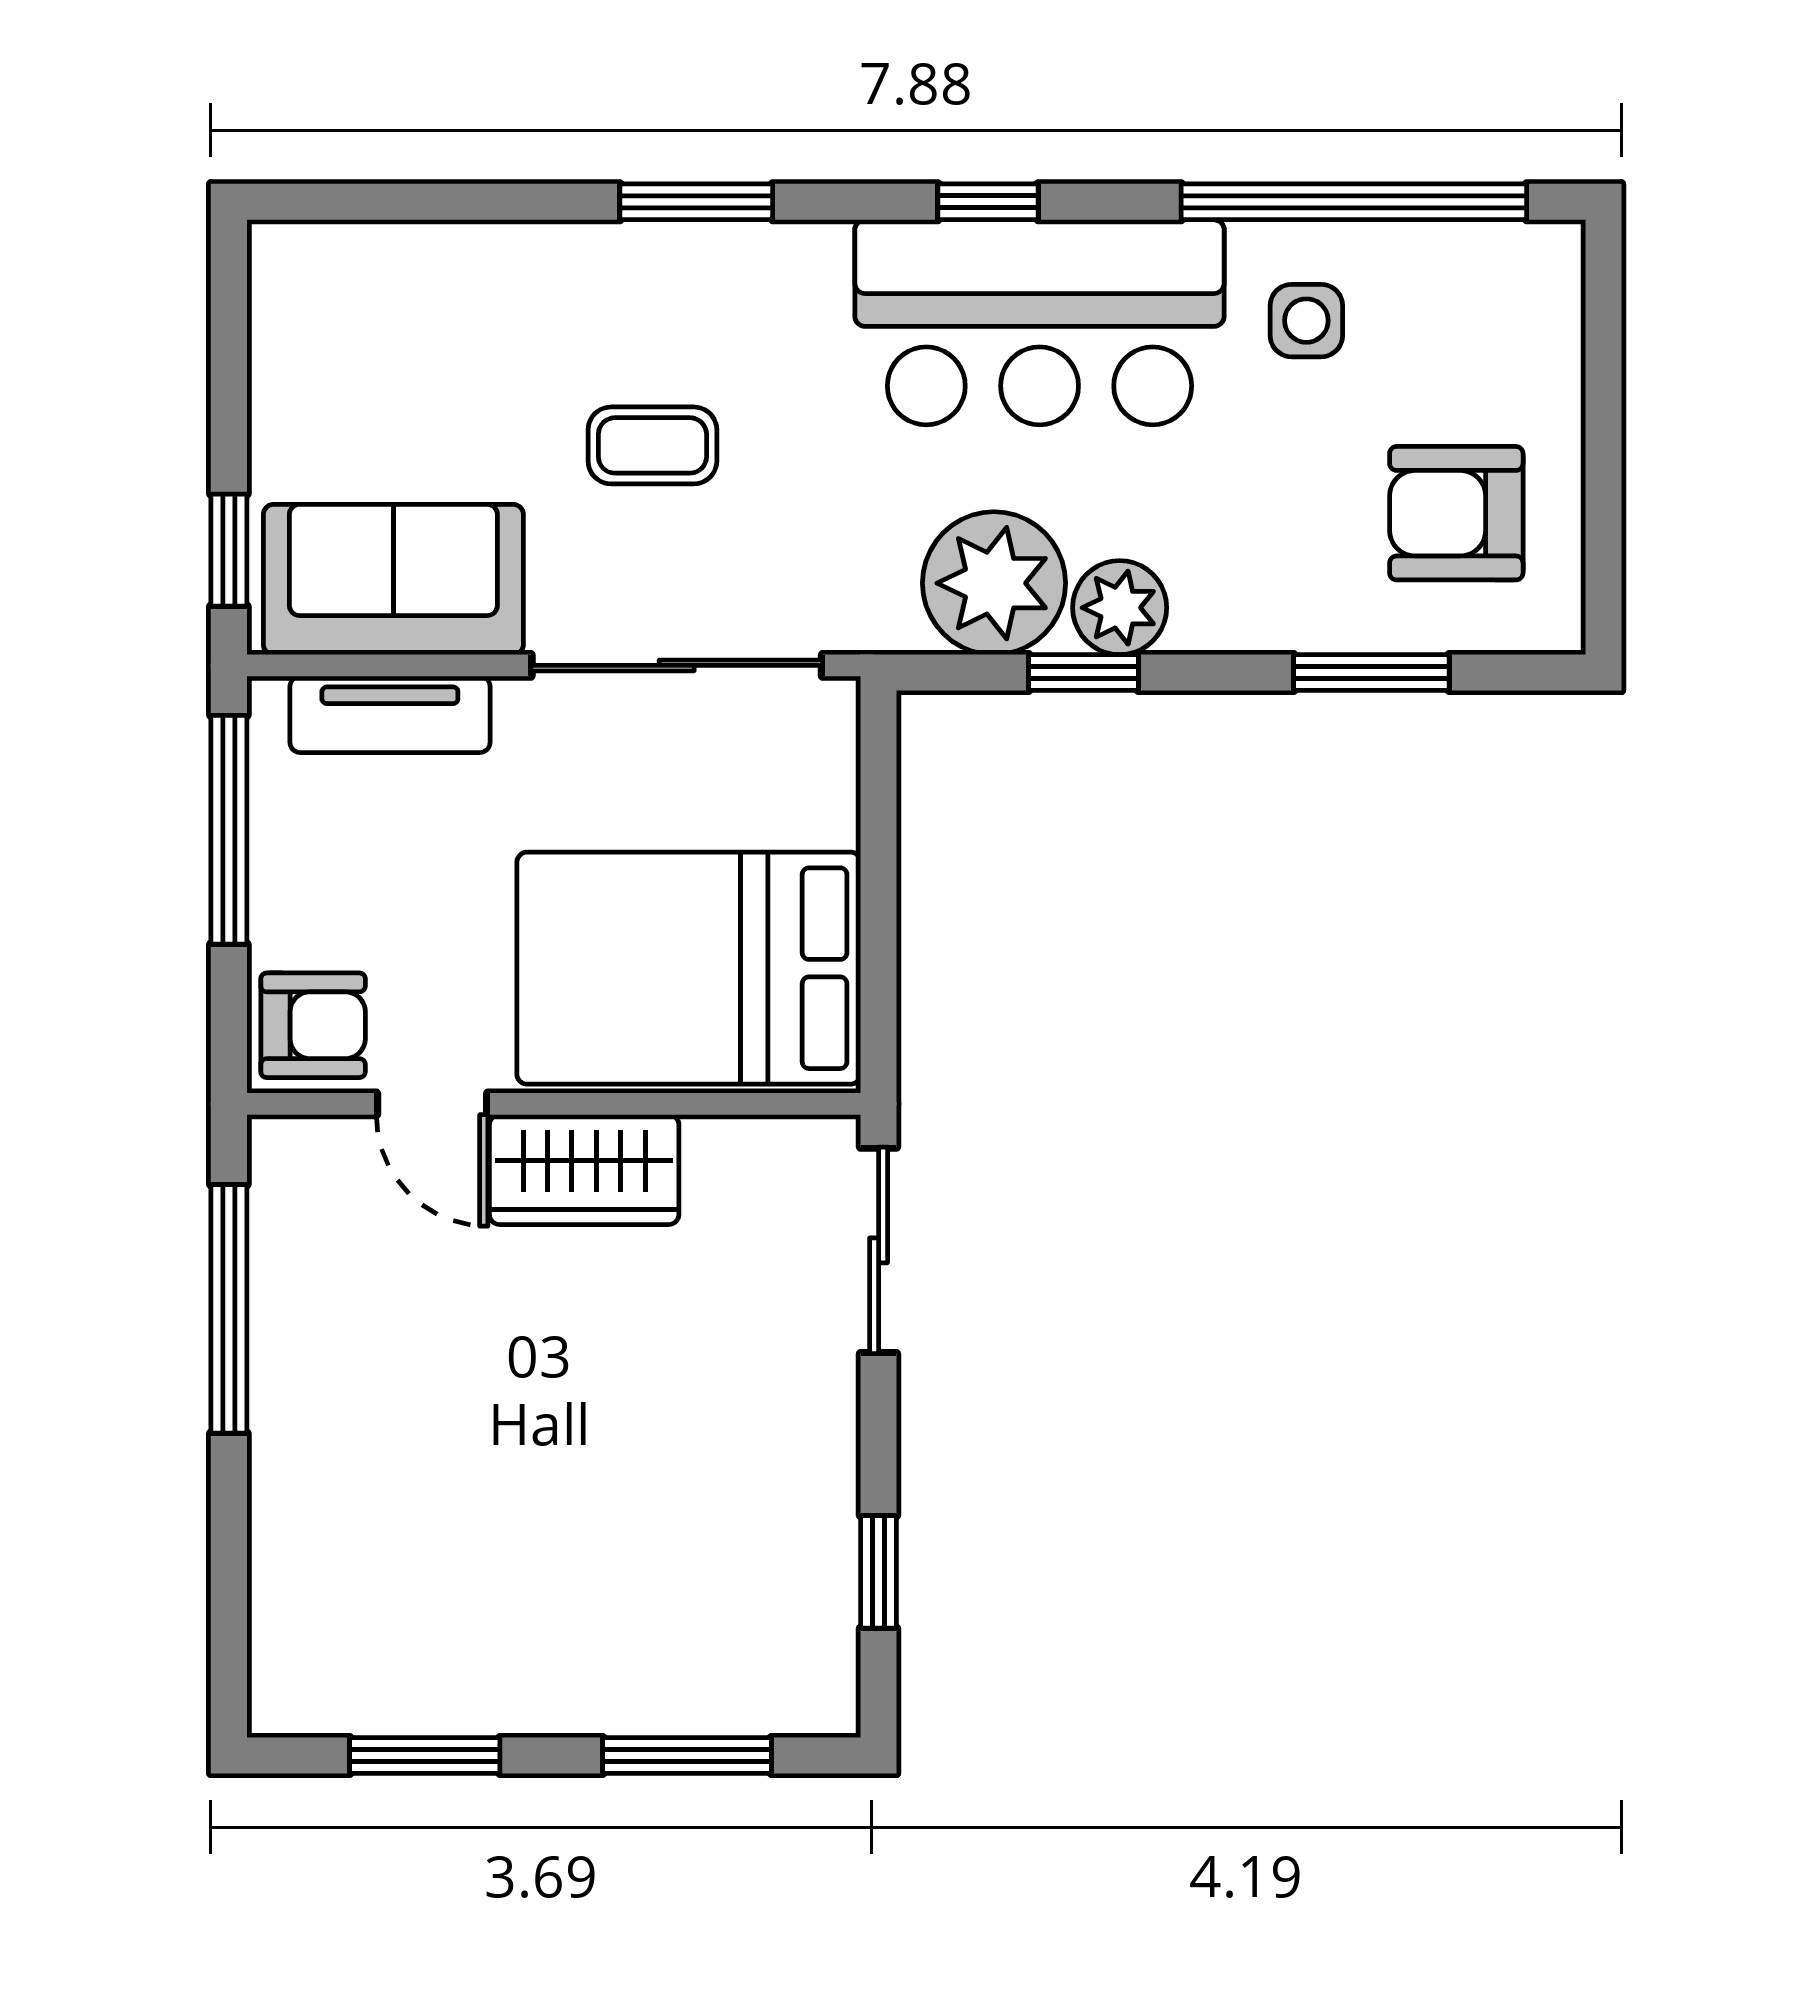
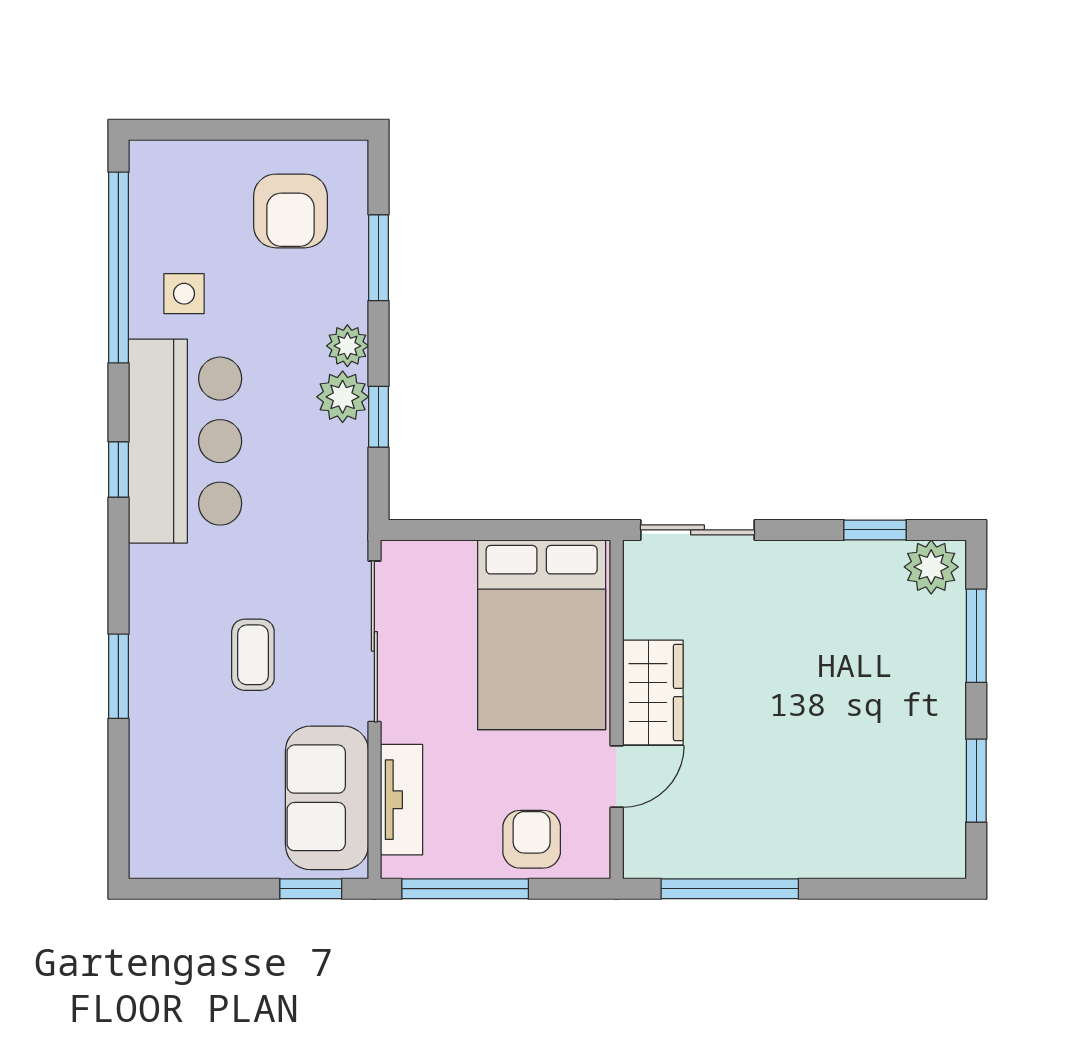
window: (696, 202) -> (118, 676), moved
plant: (994, 583) -> (347, 346), moved, width x0.53, depth x0.53
armchair: (313, 1025) -> (532, 839), moved
plant: (812, 1674) -> (931, 567), added

